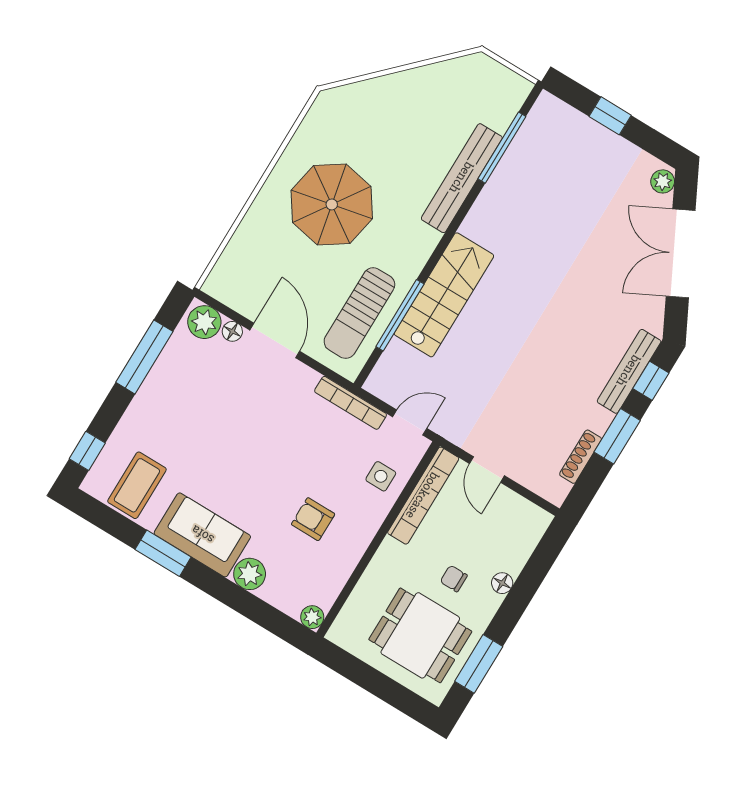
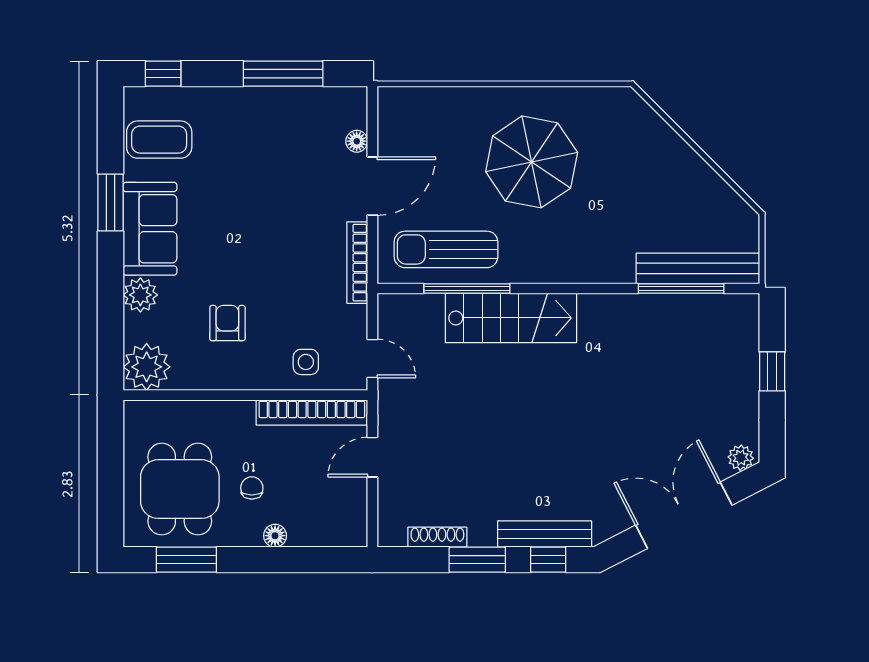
bench: (462, 178) -> (698, 268), moved
plant: (204, 322) -> (350, 110), removed
bookcase: (351, 403) -> (357, 263), moved
plant: (312, 617) -> (147, 367), width x1.87, depth x1.87

